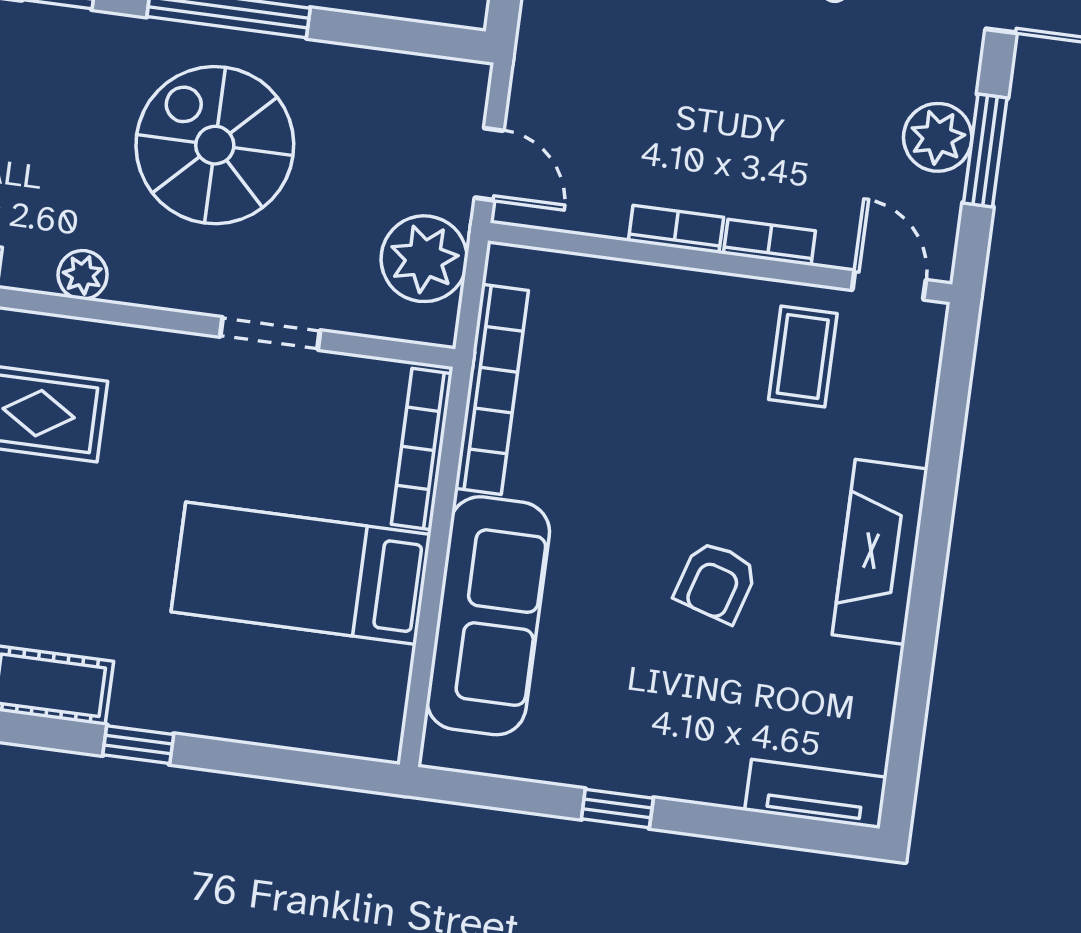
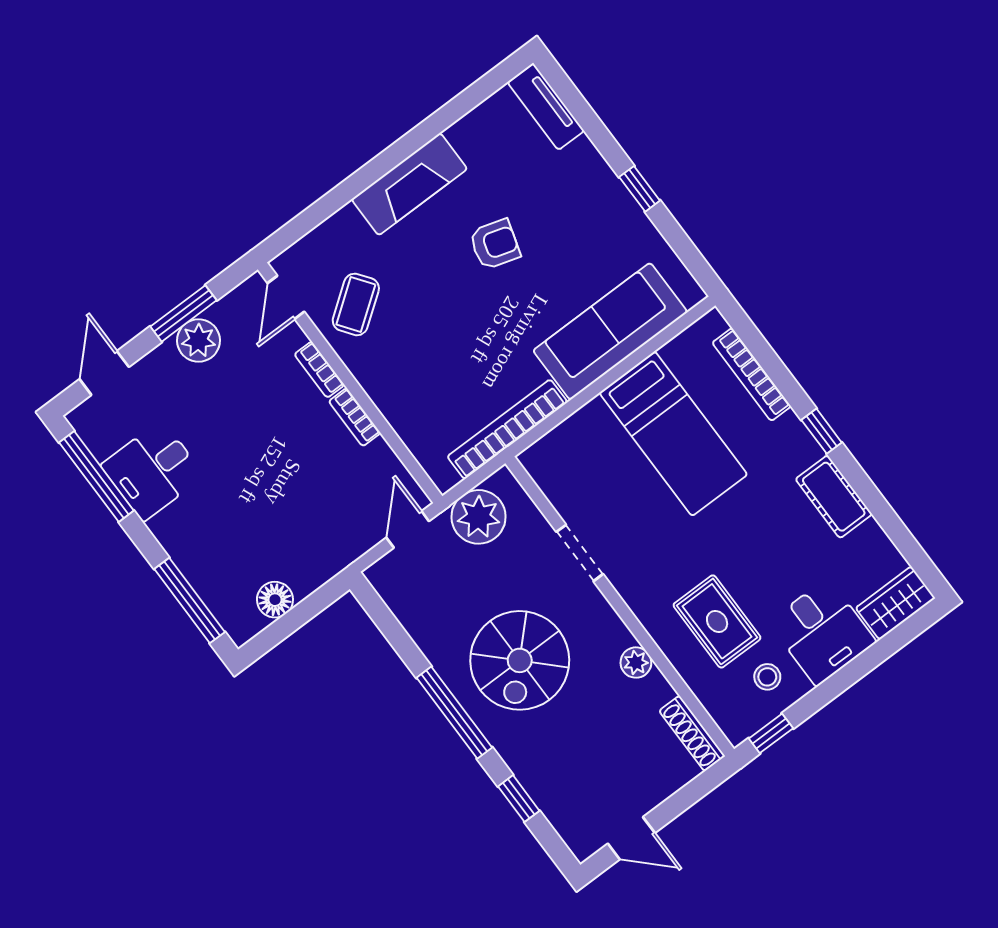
coffee table: (803, 357) -> (356, 304), turned -36
bookcase: (422, 449) -> (752, 375), moved, turned 90

